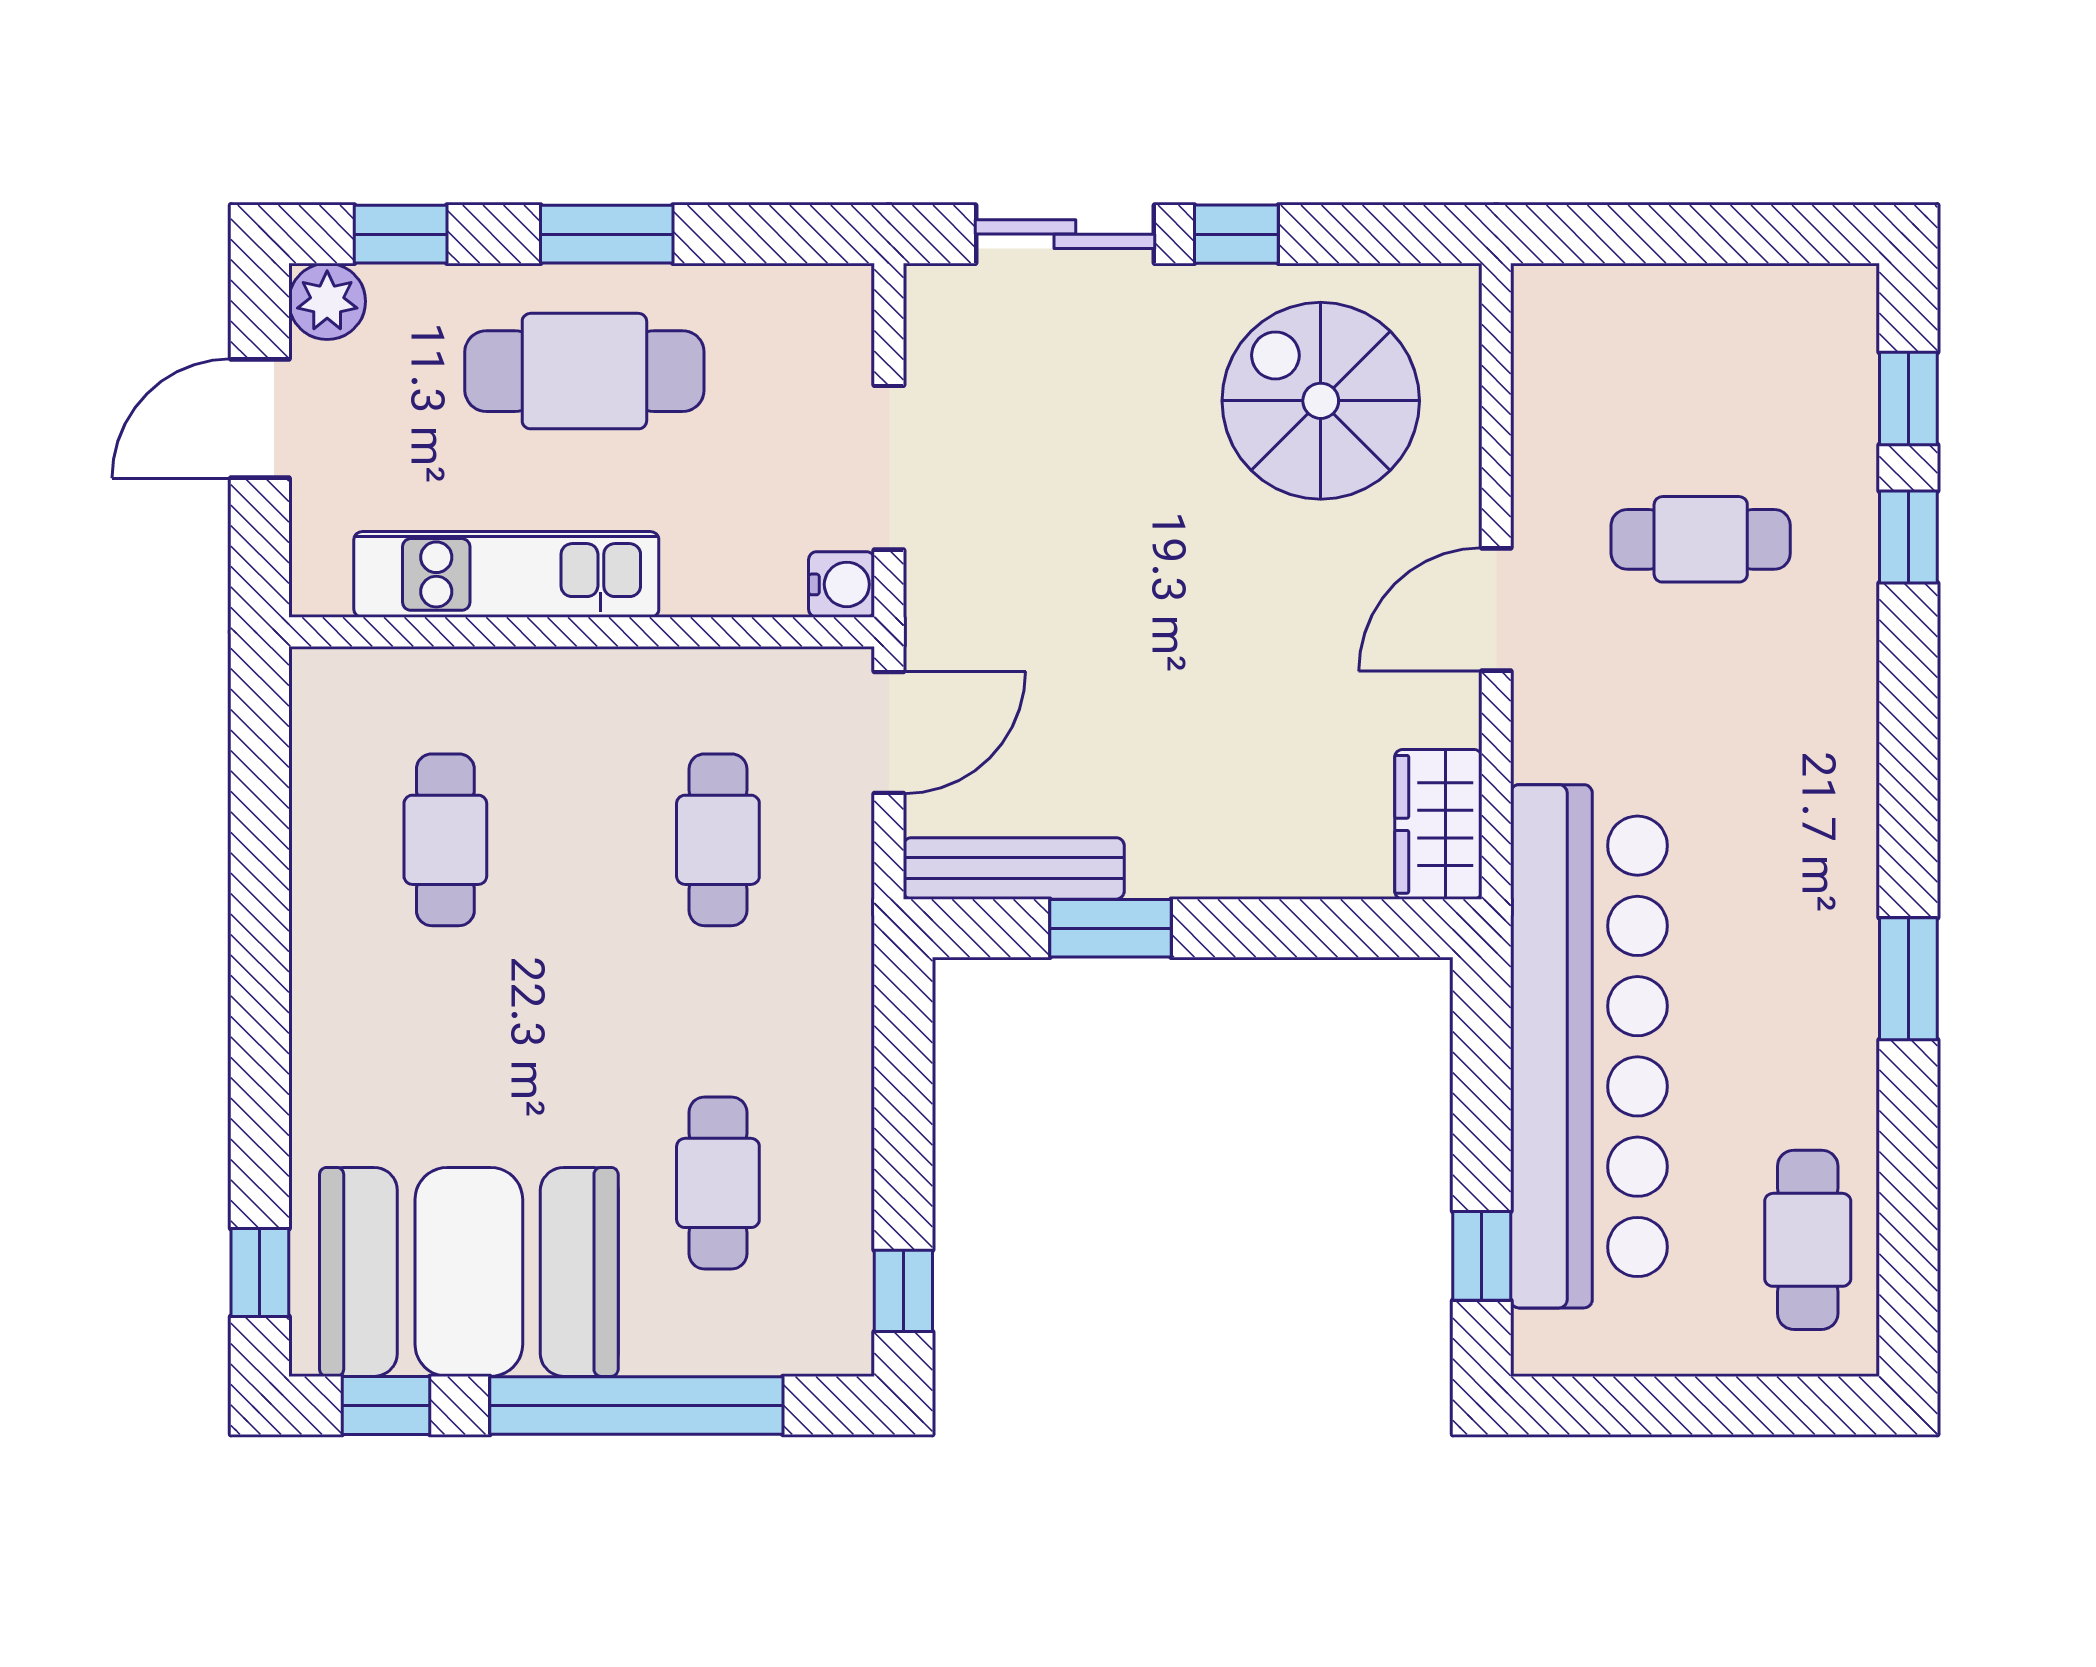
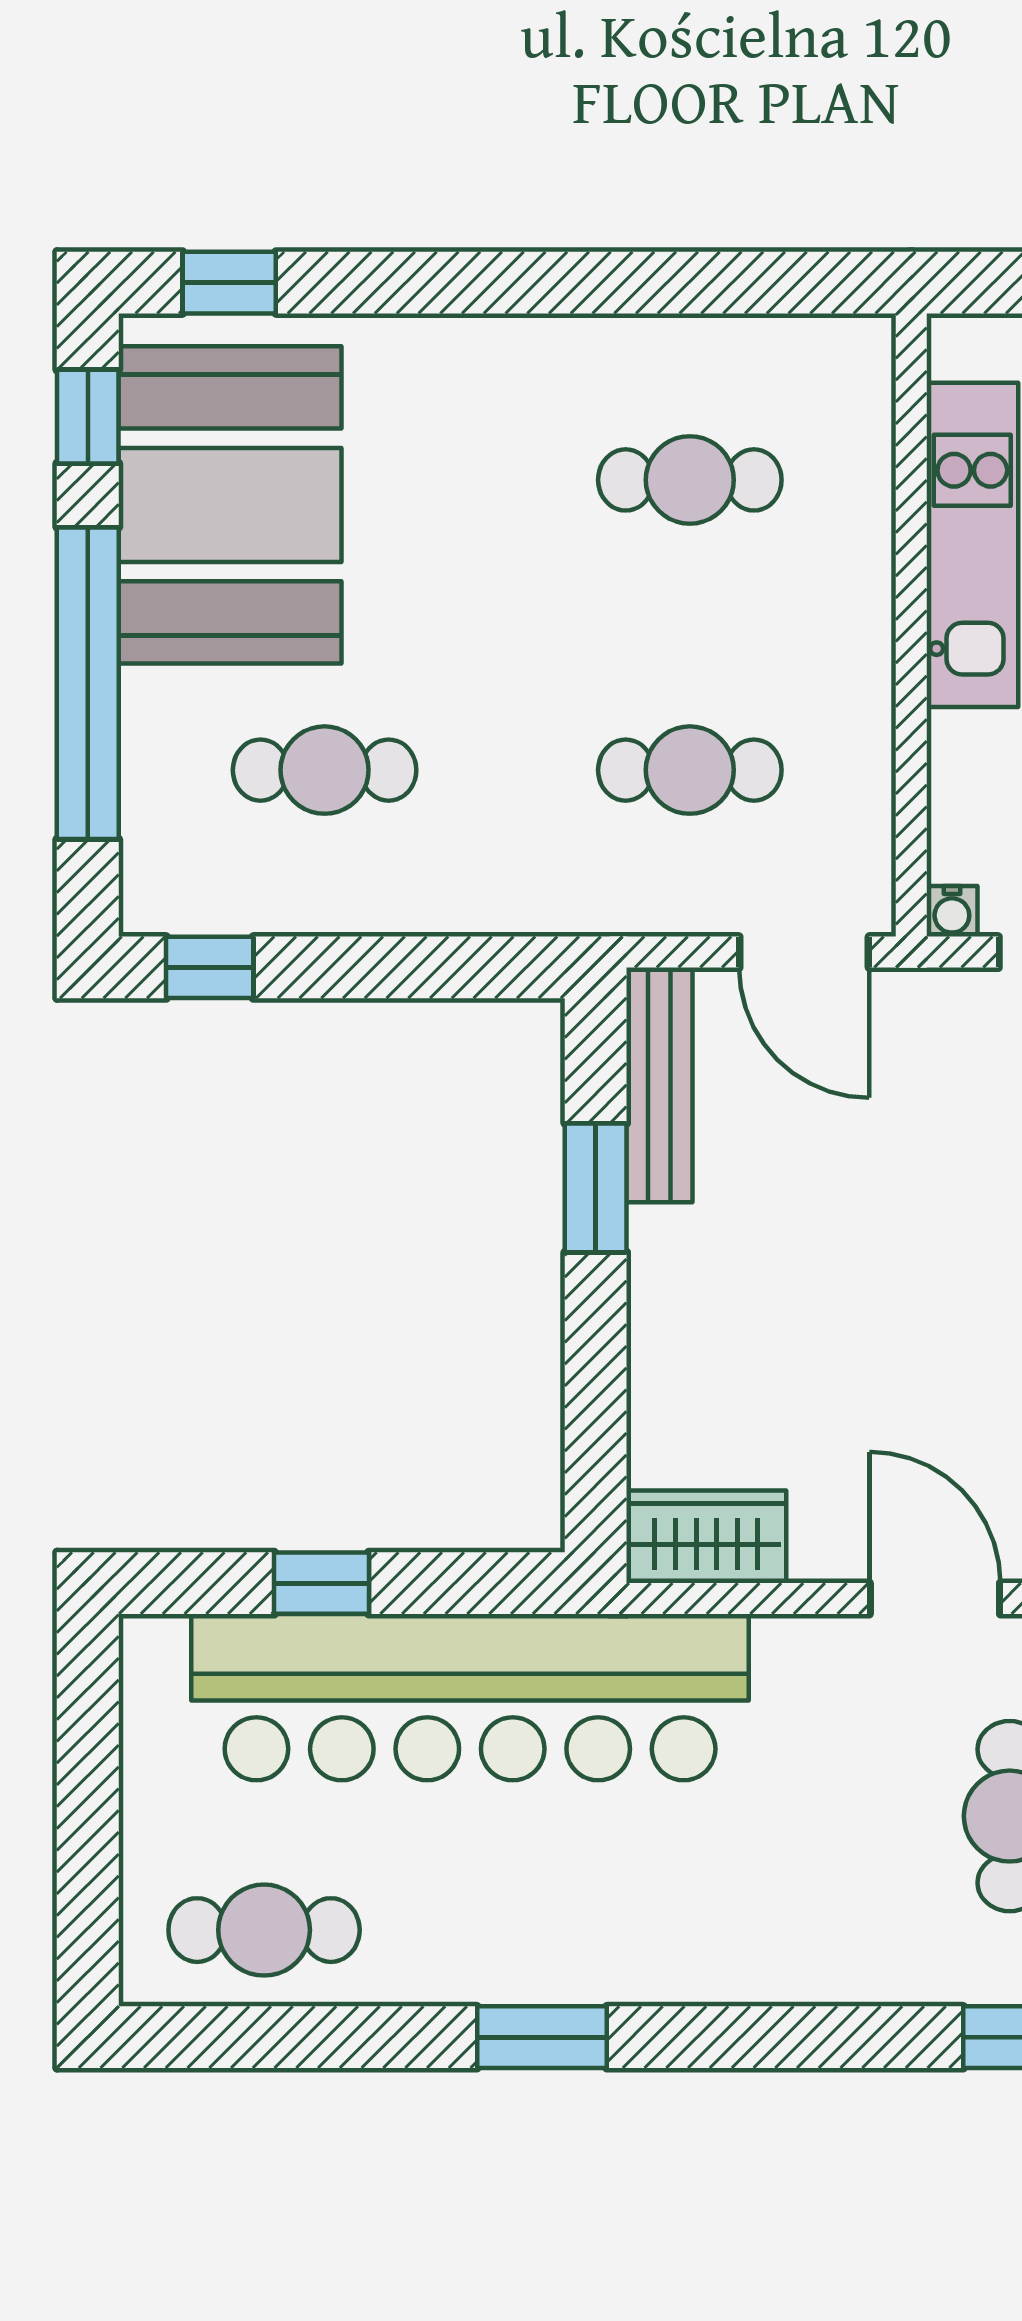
water cooler: (842, 584) -> (952, 911), width x0.72, depth x0.72
window: (1482, 1256) -> (322, 1583), moved

